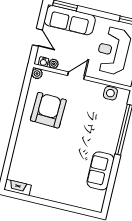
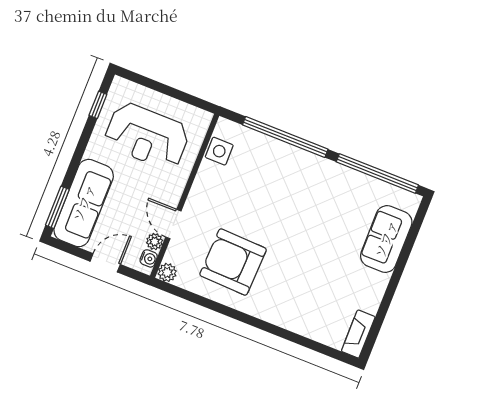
door: (76, 76) -> (173, 224), moved
sofa: (100, 171) -> (386, 239), moved, turned 90
window: (111, 185) -> (377, 173), added

